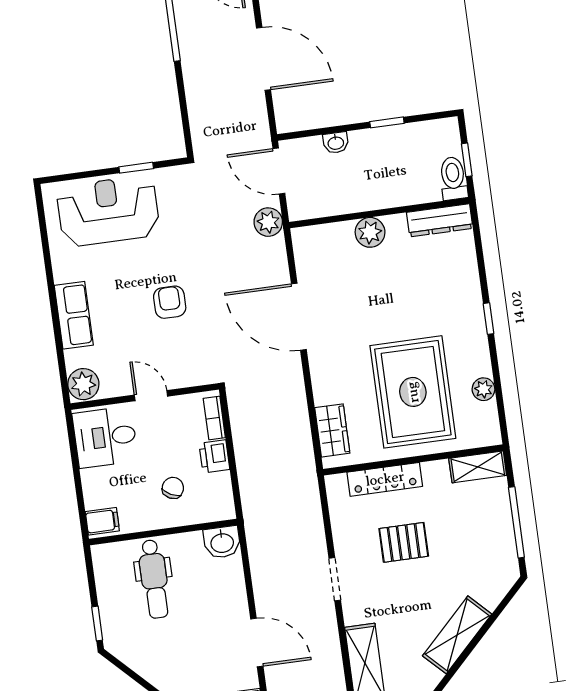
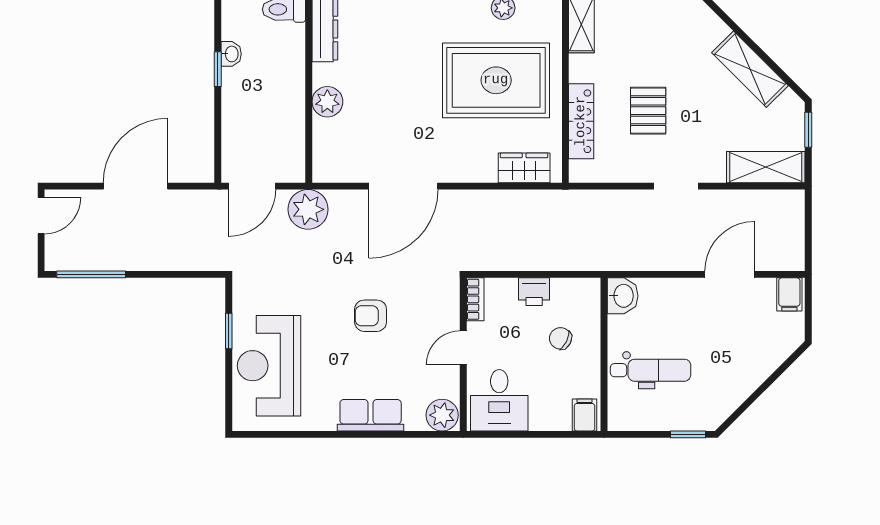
washbasin: (336, 143) -> (231, 54), moved
plant: (268, 222) -> (308, 209), width x1.36, depth x1.36
bookcase: (214, 418) -> (475, 299), moved, turned -90

